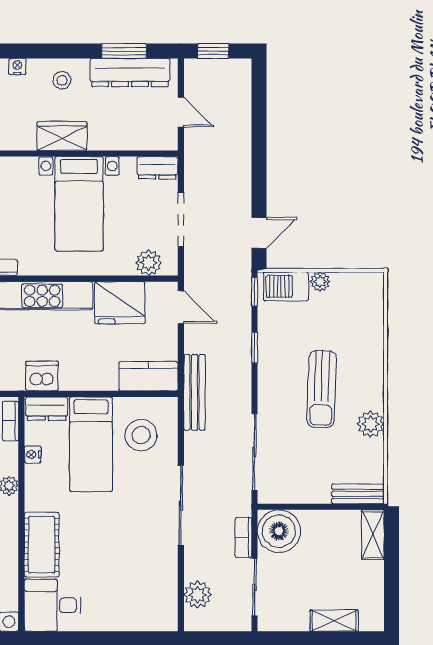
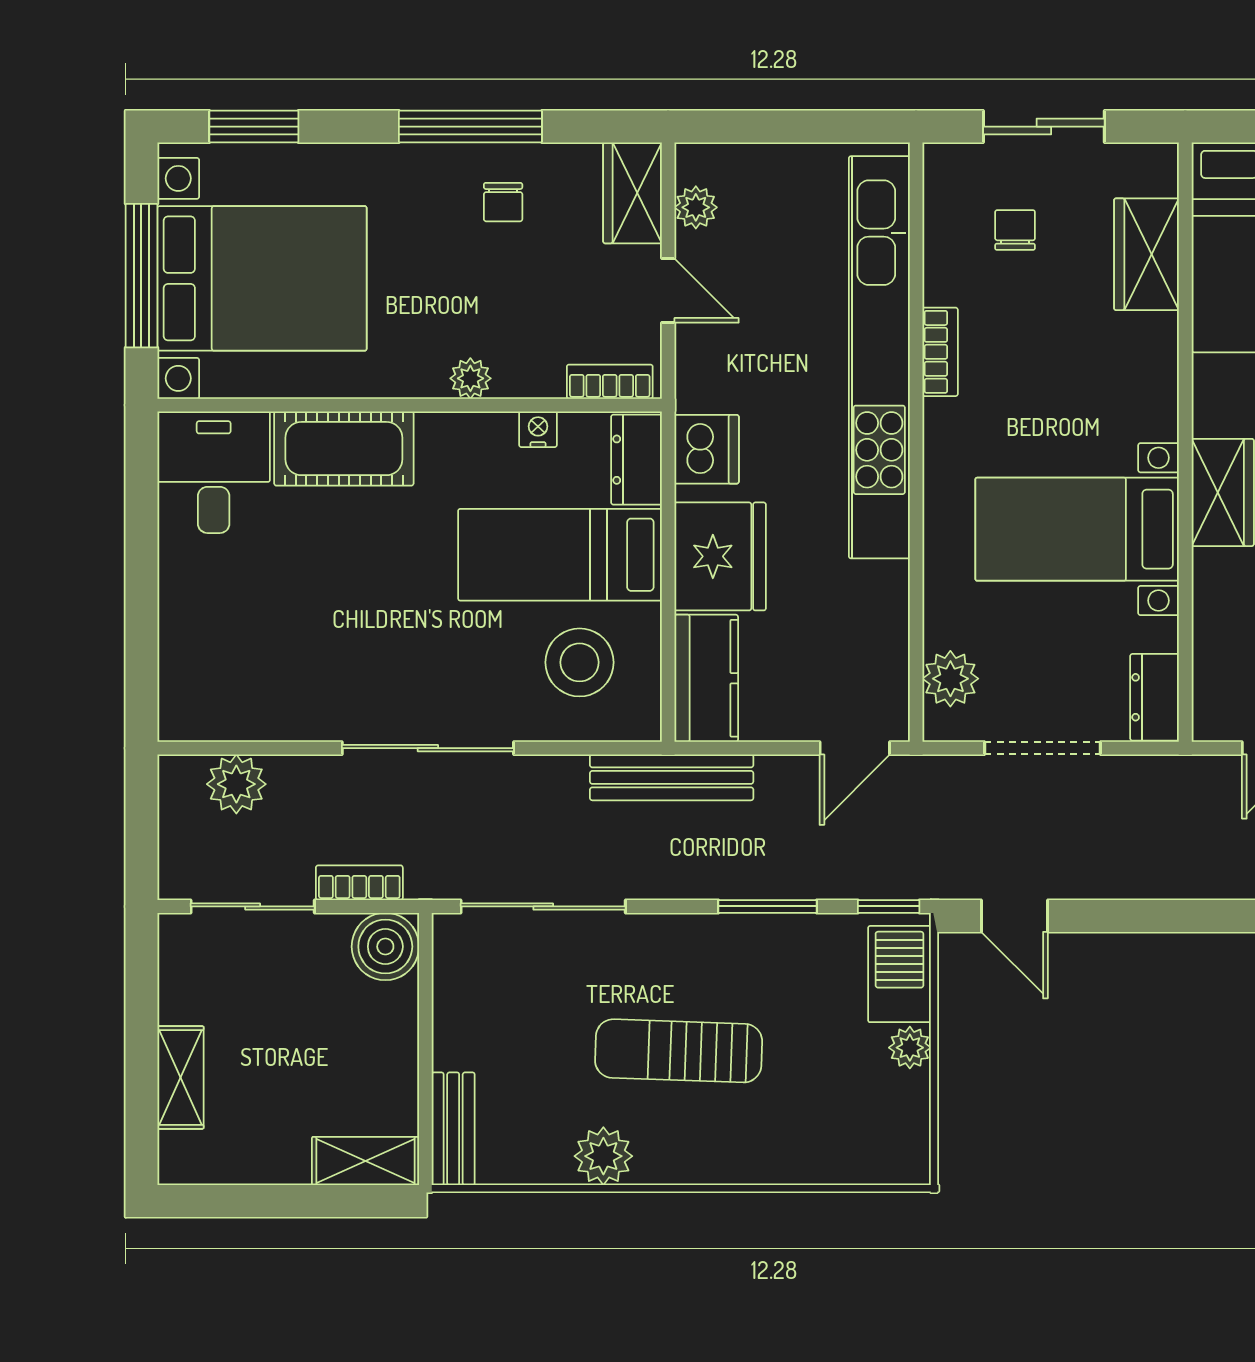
fridge: (120, 303) -> (720, 556), moved, turned 180
window: (255, 348) -> (768, 906), width x1.50
boiler: (279, 531) -> (385, 947), width x0.73, depth x0.73

